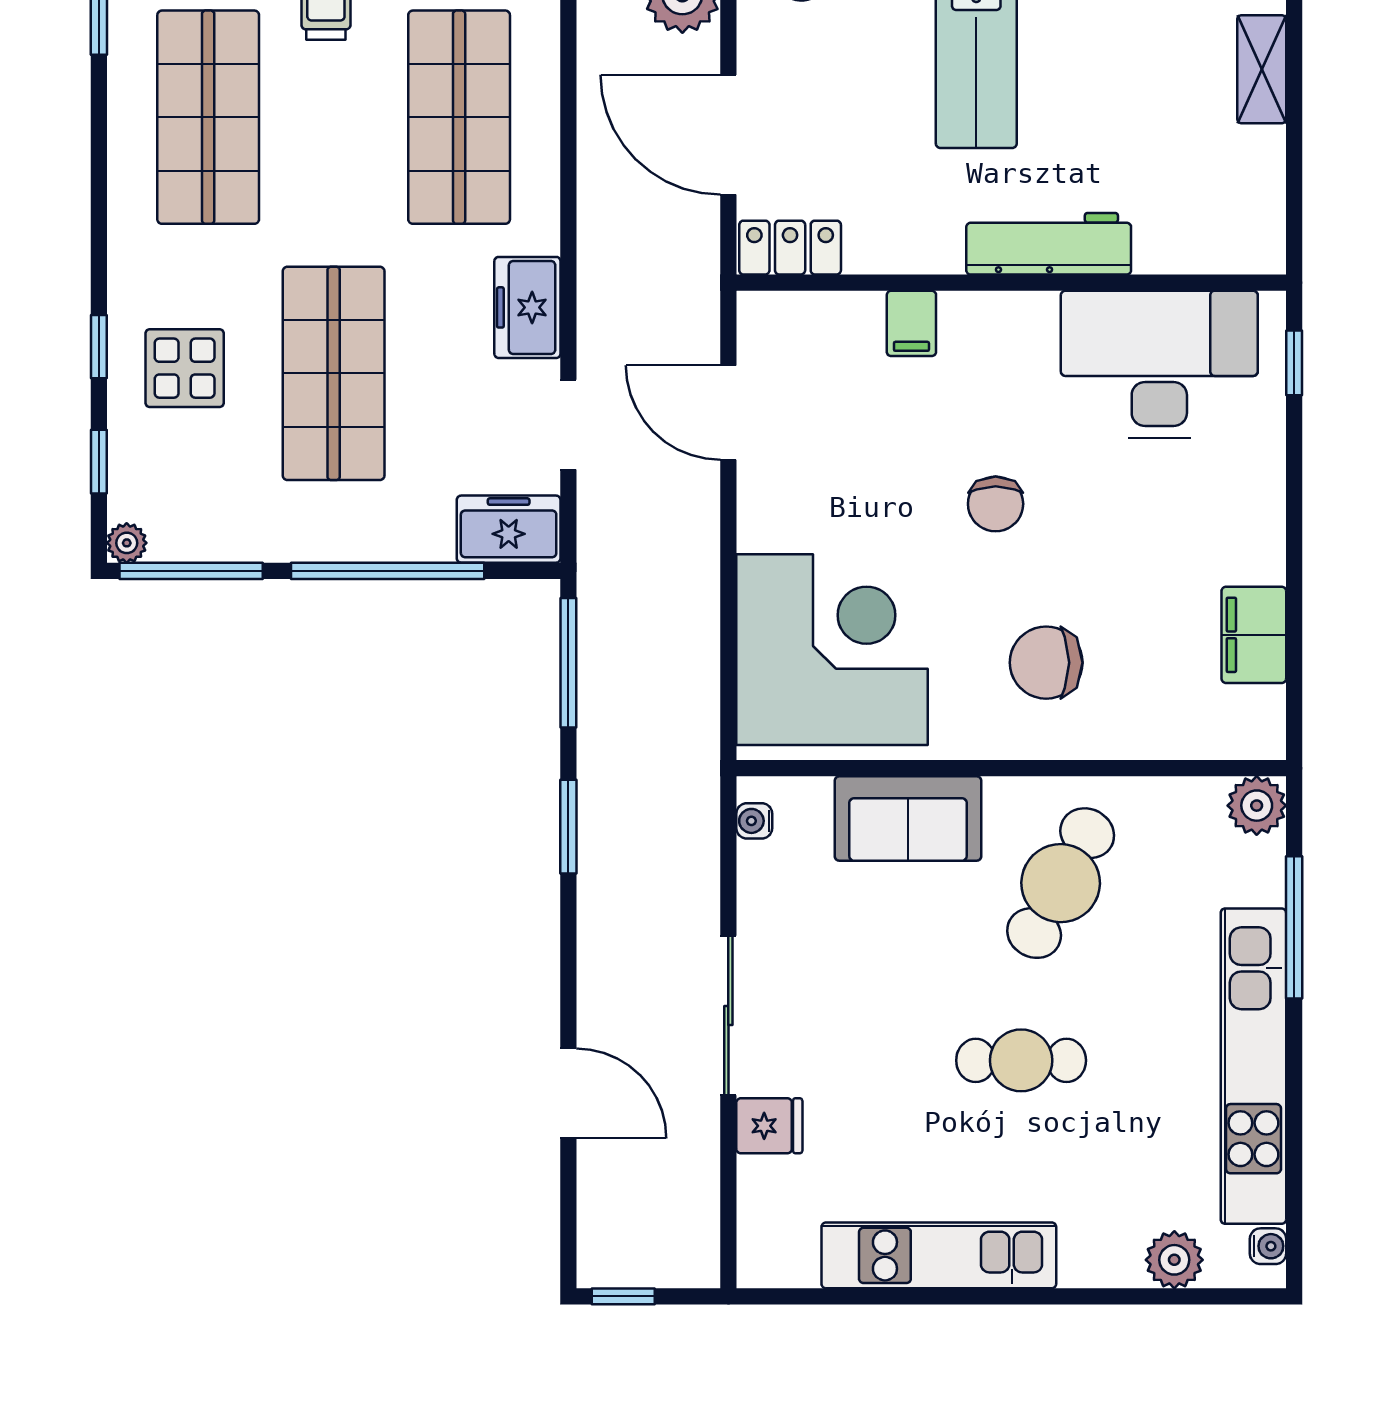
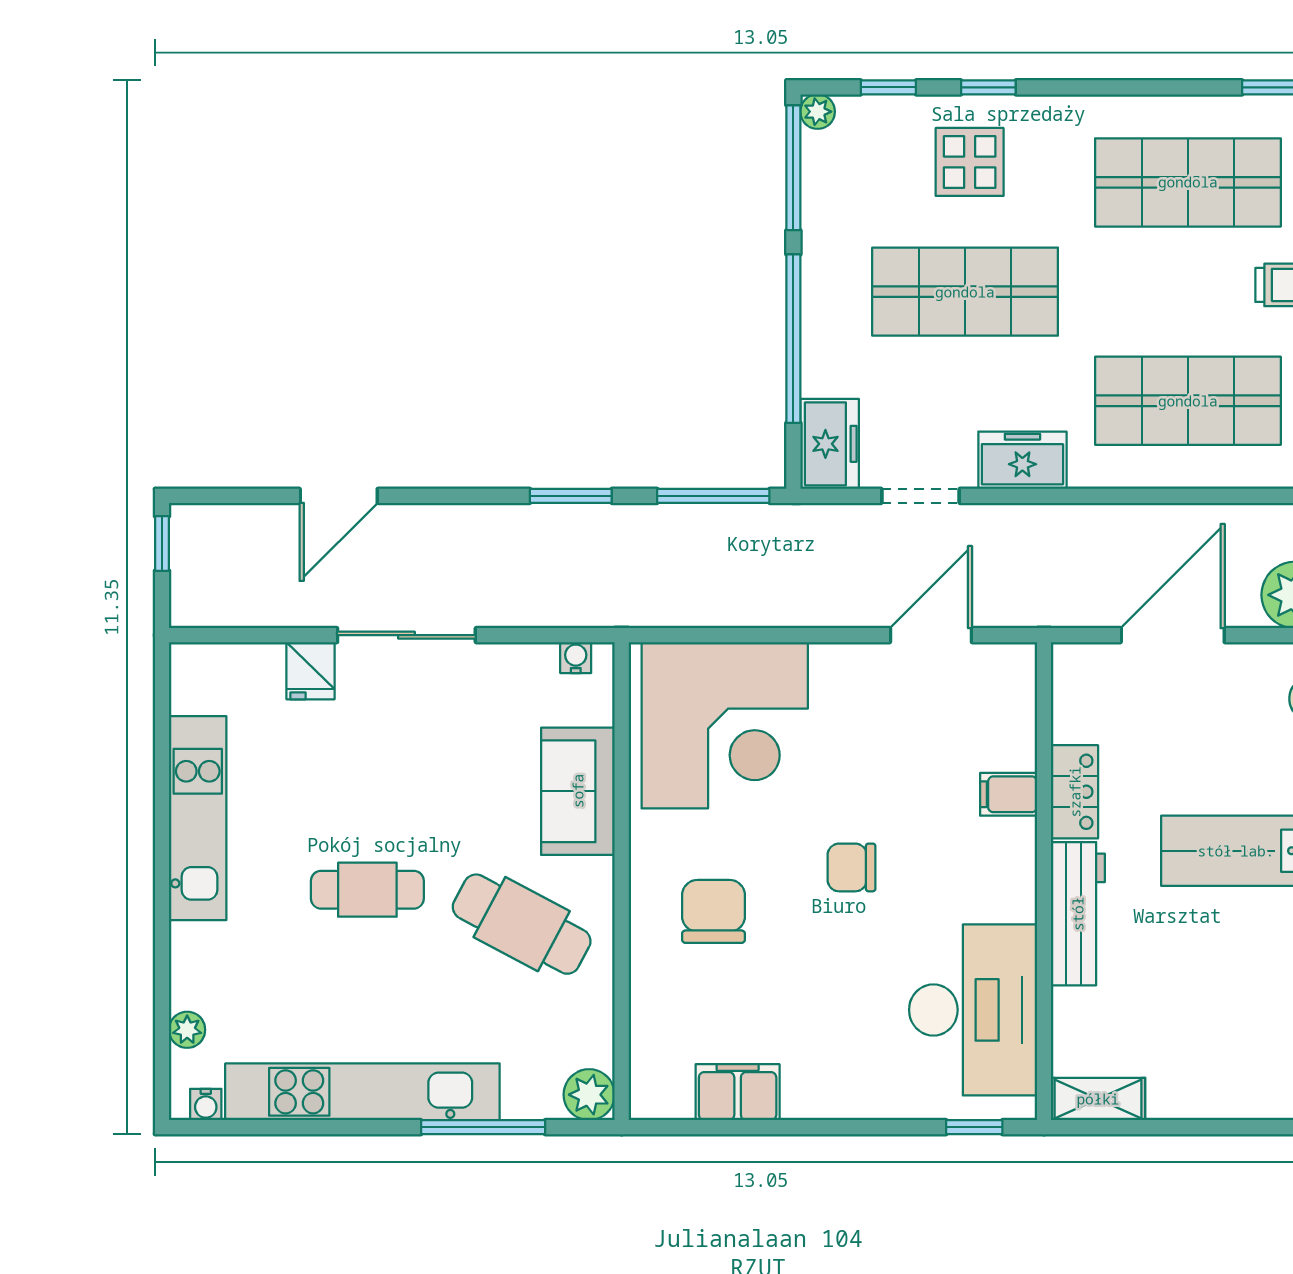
shelving: (1262, 69) -> (1098, 1099), moved
locker: (790, 248) -> (1075, 792), moved
cafe table: (1021, 1060) -> (367, 890), turned 90
plant: (1174, 1260) -> (187, 1030), width x0.73, depth x0.73

